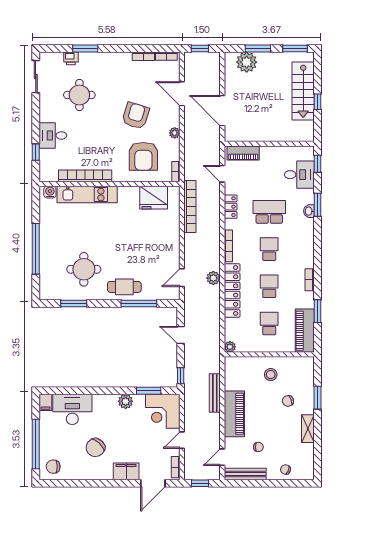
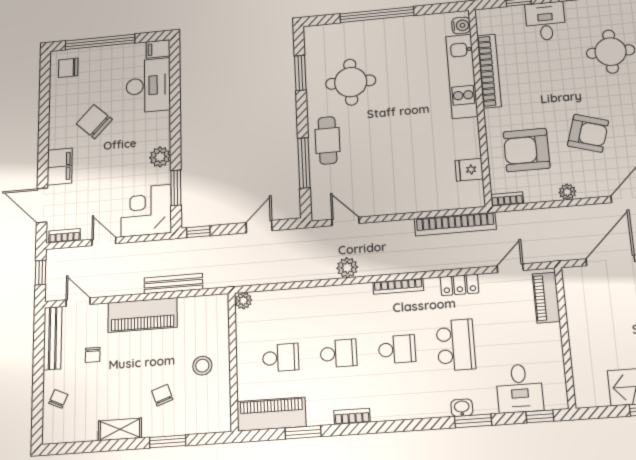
fridge: (154, 198) -> (469, 170), width x0.53, depth x0.75
locker: (232, 290) -> (329, 297), removed
chair: (53, 467) -> (68, 68), turned -90

